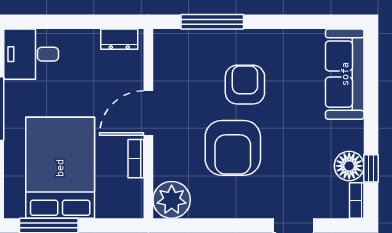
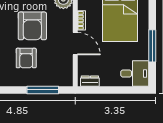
door: (148, 113) -> (75, 44), hinge flipped
armchair: (233, 148) -> (32, 26), turned 180

